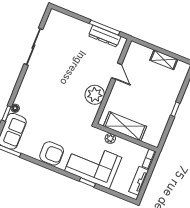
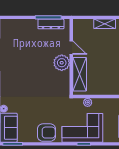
plant: (95, 95) -> (62, 63), moved
shelving: (125, 126) -> (80, 74), moved, turned 90

